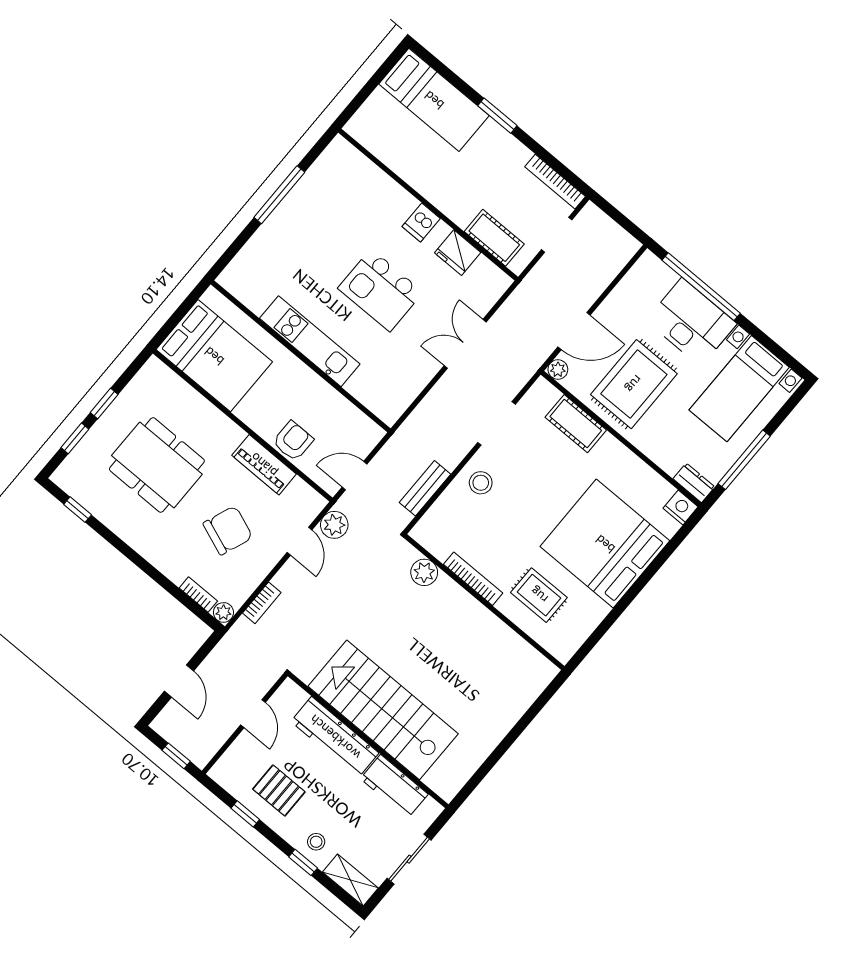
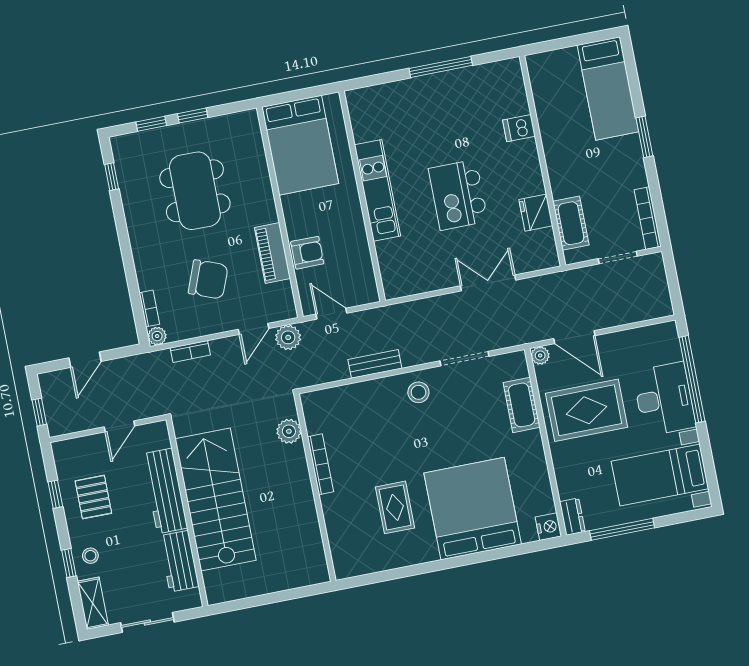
dishwasher: (421, 223) -> (519, 128), moved
plant: (424, 572) -> (289, 431), moved
bookcase: (473, 579) -> (320, 464), moved
wall: (484, 602) -> (315, 488), moved

